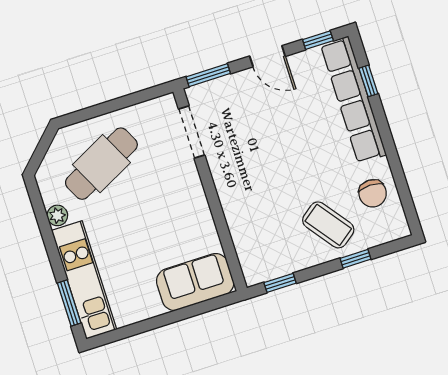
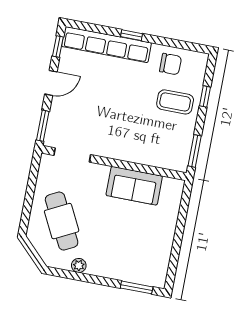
window: (368, 81) -> (131, 35), moved
coffee table: (328, 225) -> (175, 102), turned 37
kitchen unit: (84, 280) -> (127, 271), removed
sofa: (195, 282) -> (134, 186), moved, turned -90
window: (280, 283) -> (195, 151), width x1.50

